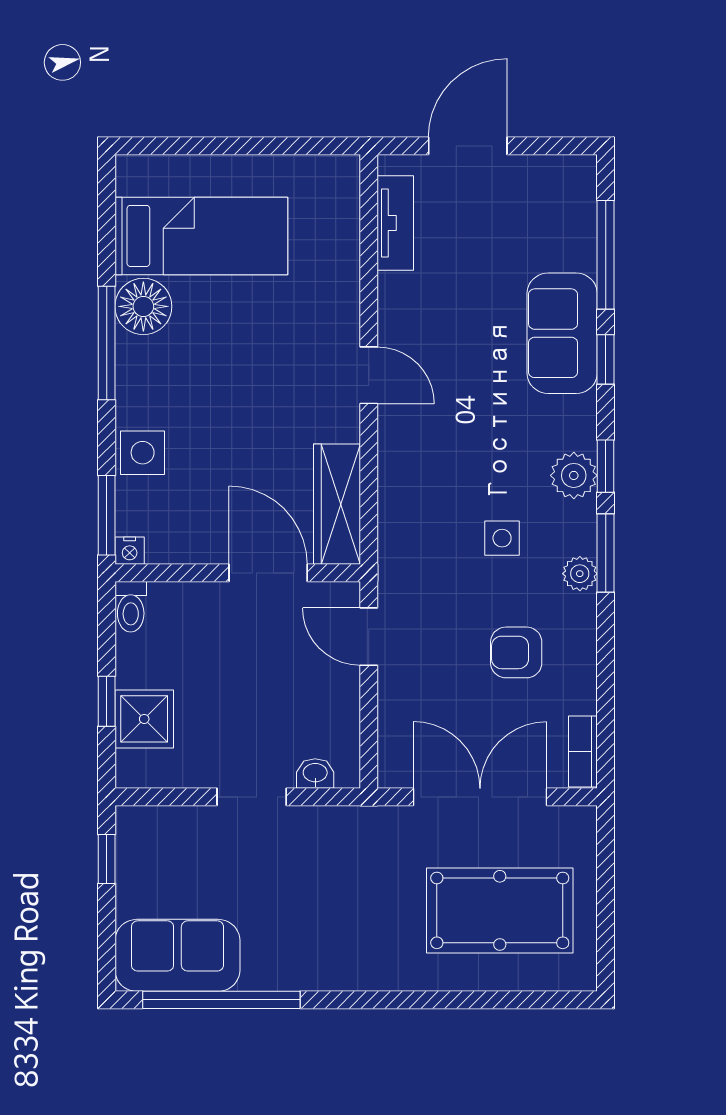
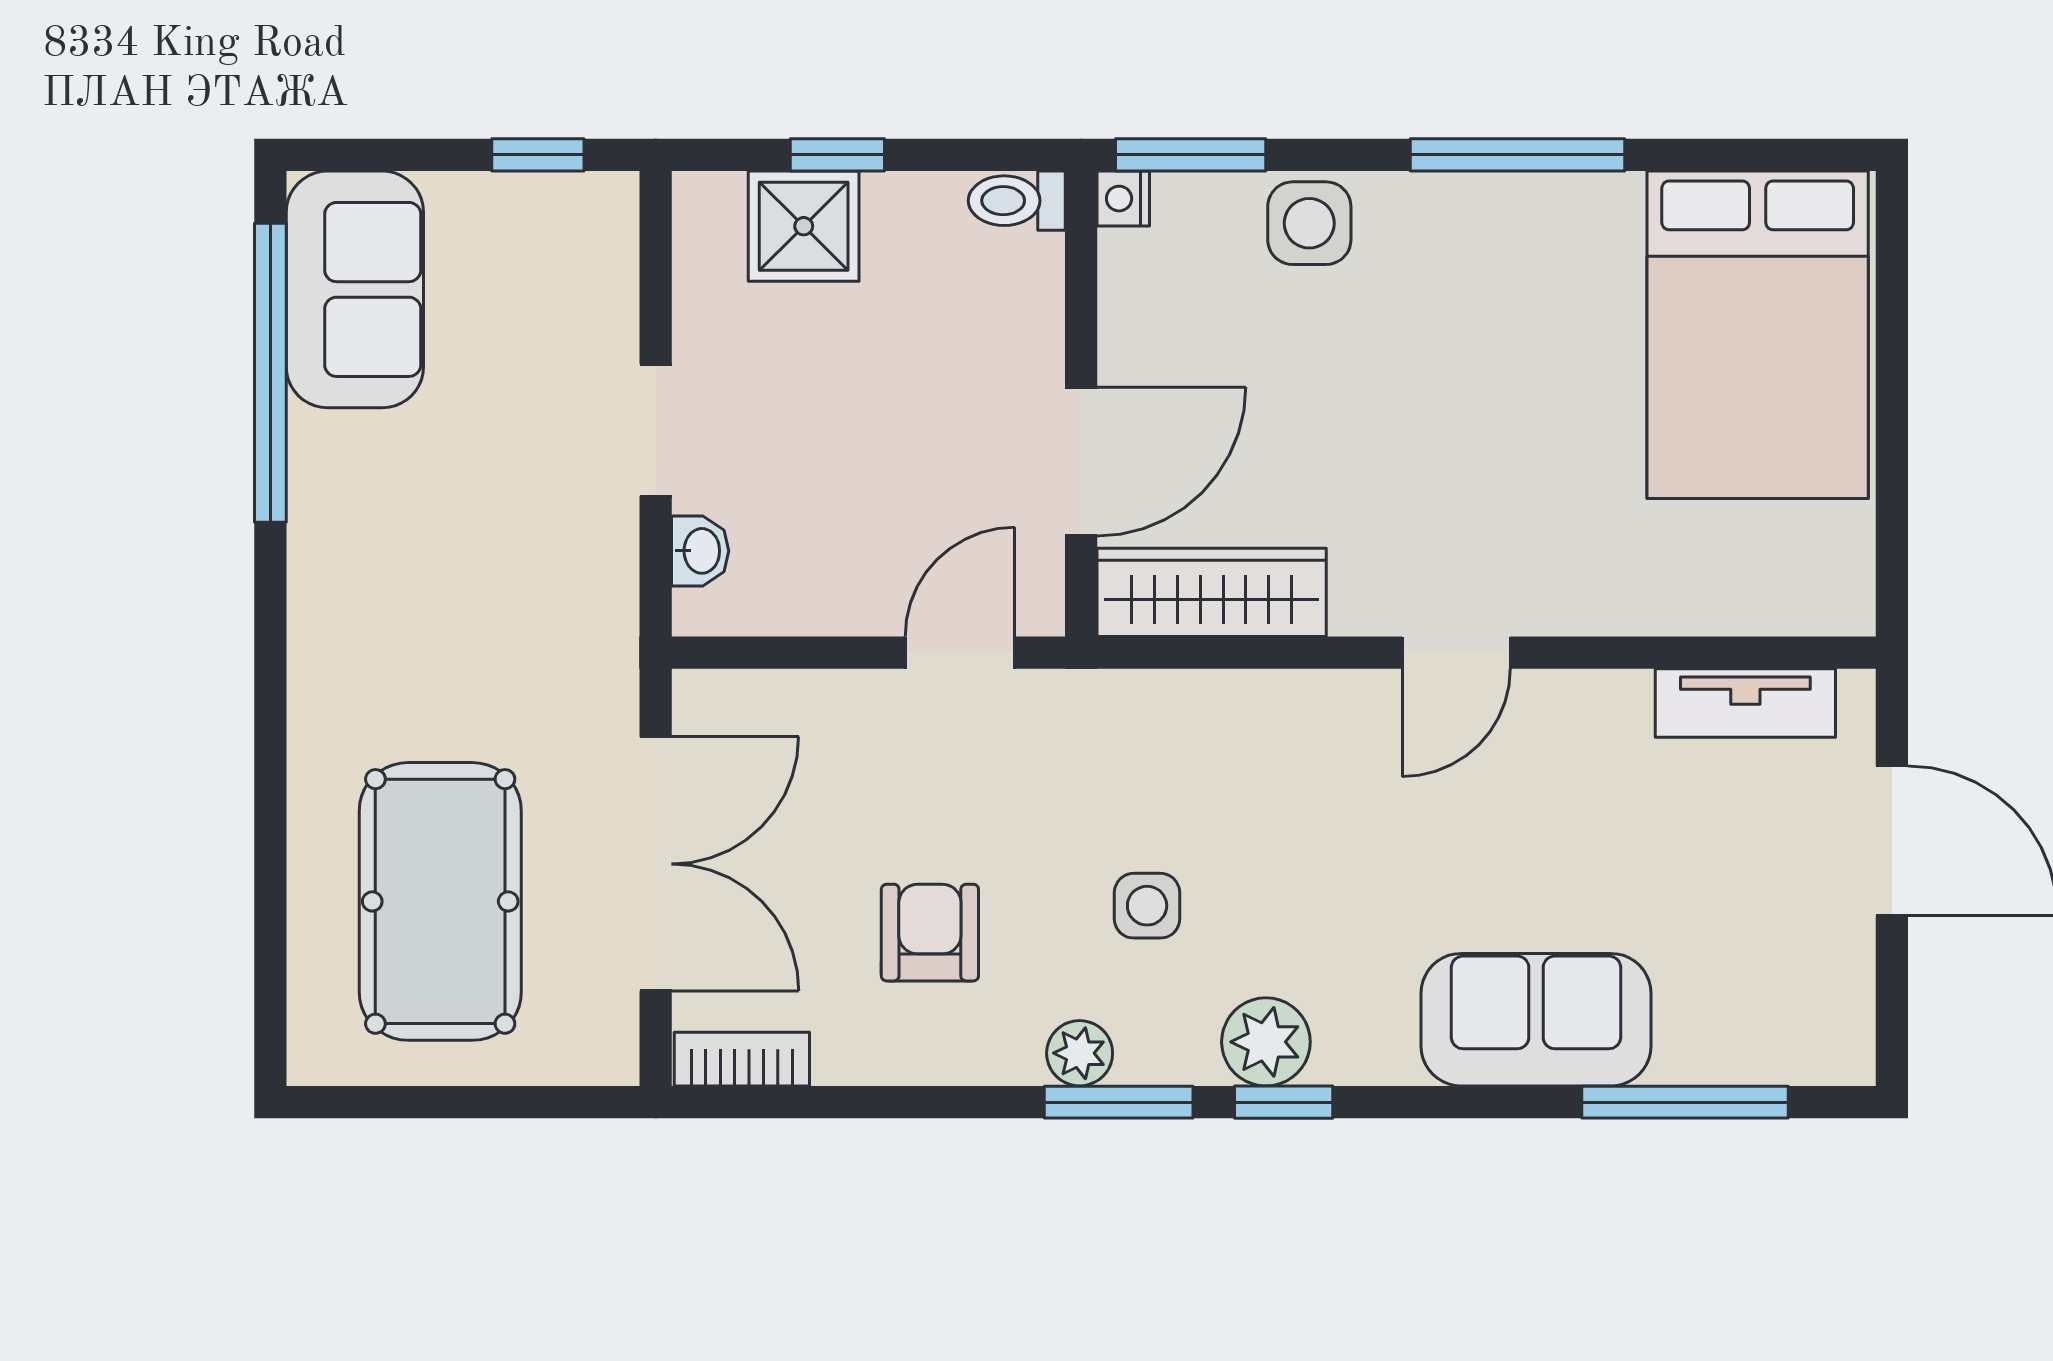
bed: (201, 236) -> (1758, 335), width x1.50
floor lamp: (143, 306) -> (1587, 225), removed
window: (606, 359) -> (1487, 1102), removed

